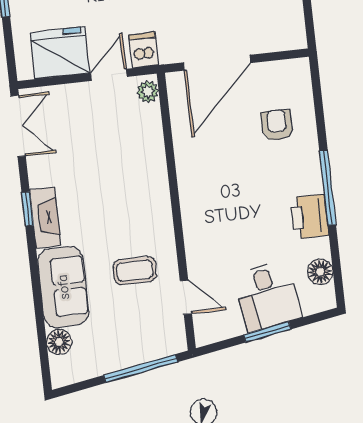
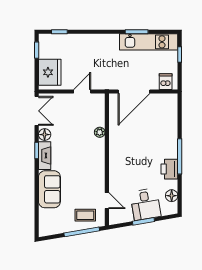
dishwasher: (144, 50) -> (166, 82), moved
fridge: (60, 53) -> (50, 72), moved, turned 90
plant: (148, 92) -> (100, 132), moved
armchair: (277, 125) -> (159, 124), removed
coffee table: (135, 271) -> (85, 215), moved
floor lamp: (59, 342) -> (45, 135), moved

